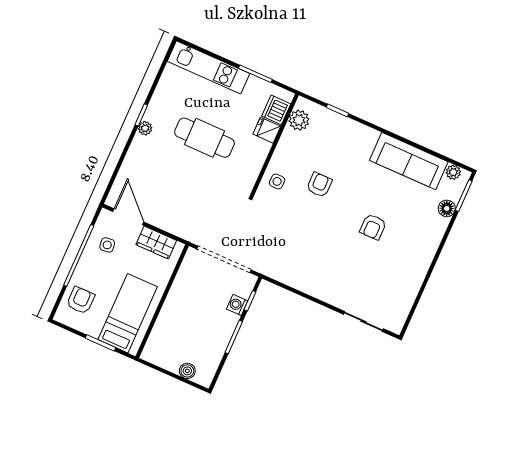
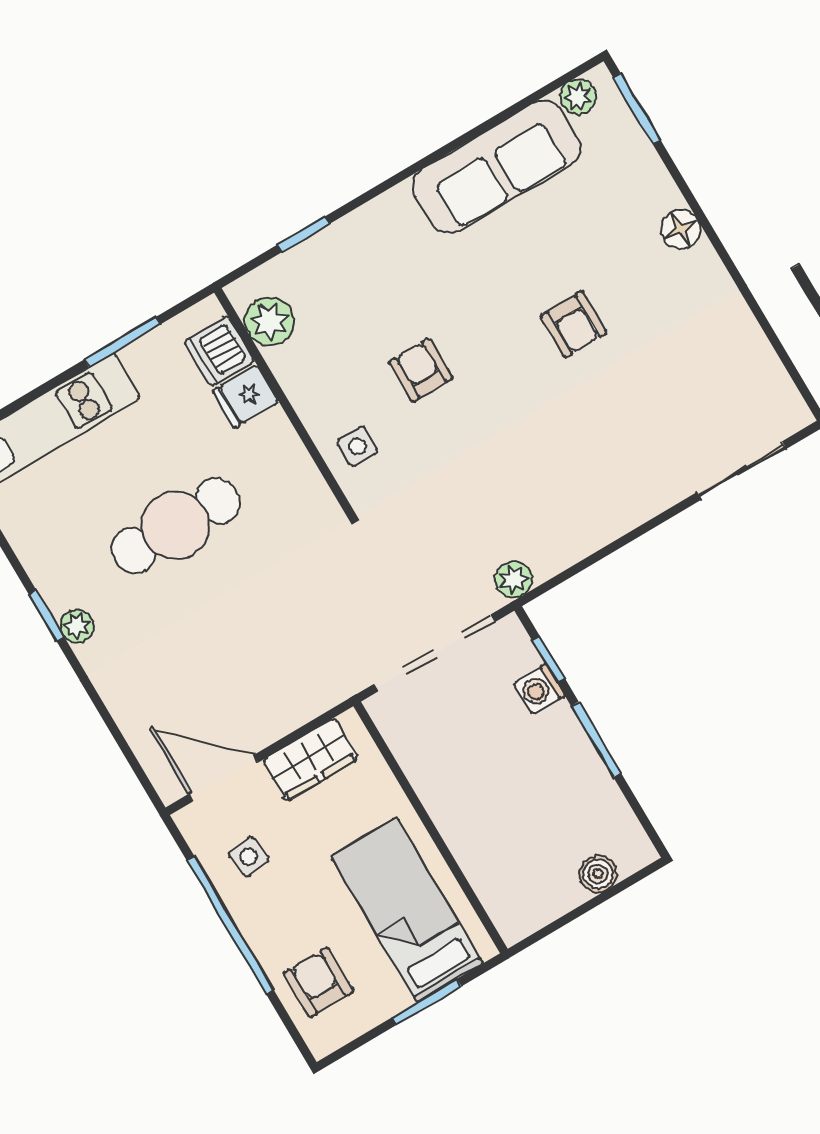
floor lamp: (447, 208) -> (680, 229), moved
plant: (269, 269) -> (514, 580), added

